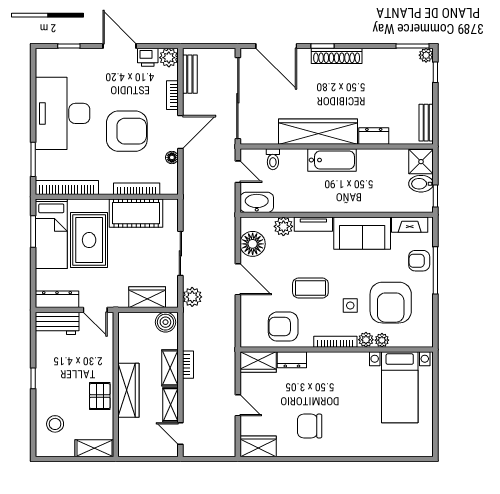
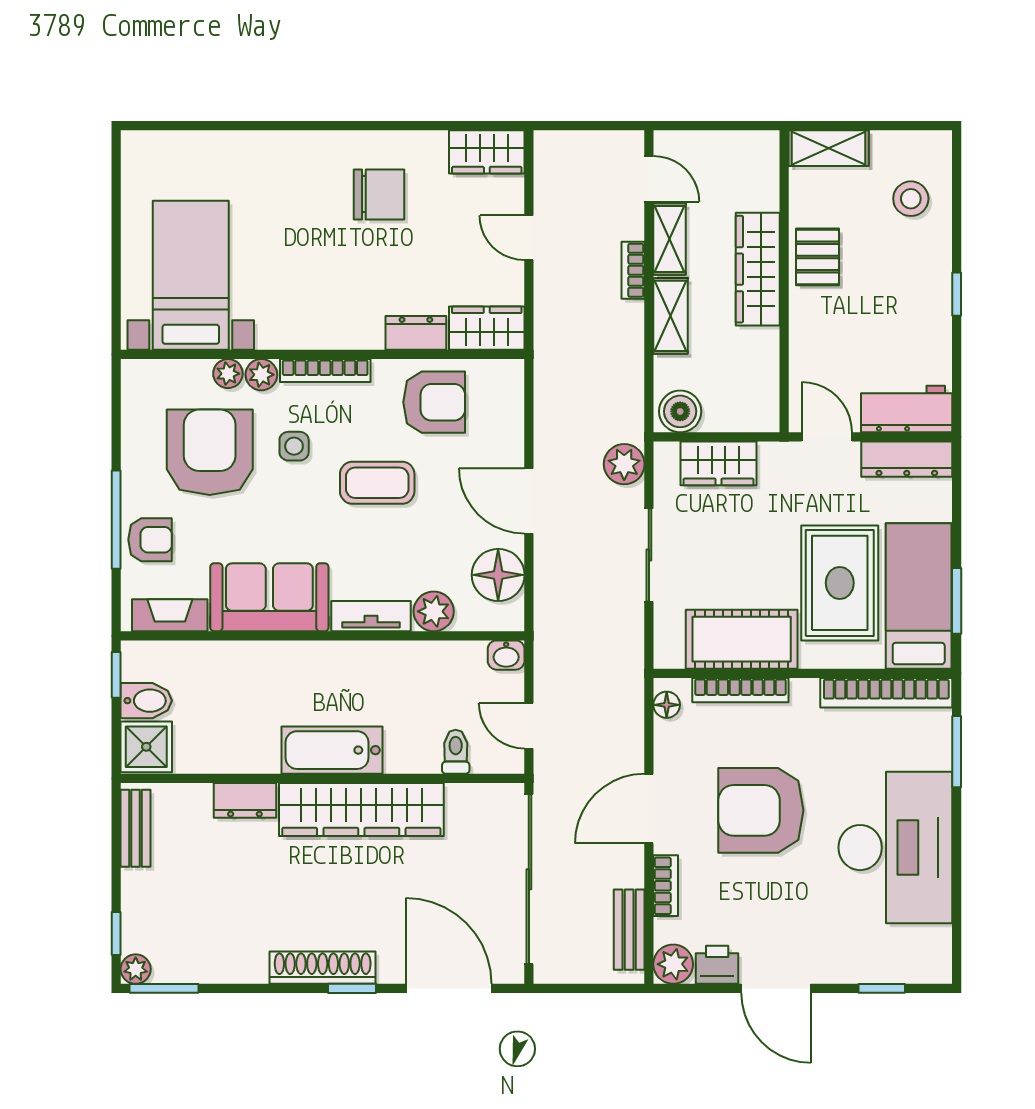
floor lamp: (172, 157) -> (667, 705), moved
washbasin: (257, 202) -> (506, 655), width x0.52, depth x0.69
bookcase: (188, 365) -> (633, 270), moved

